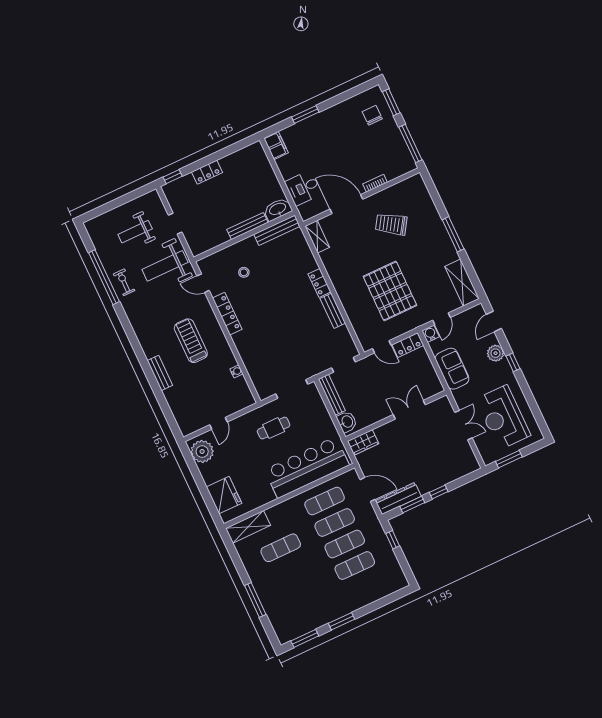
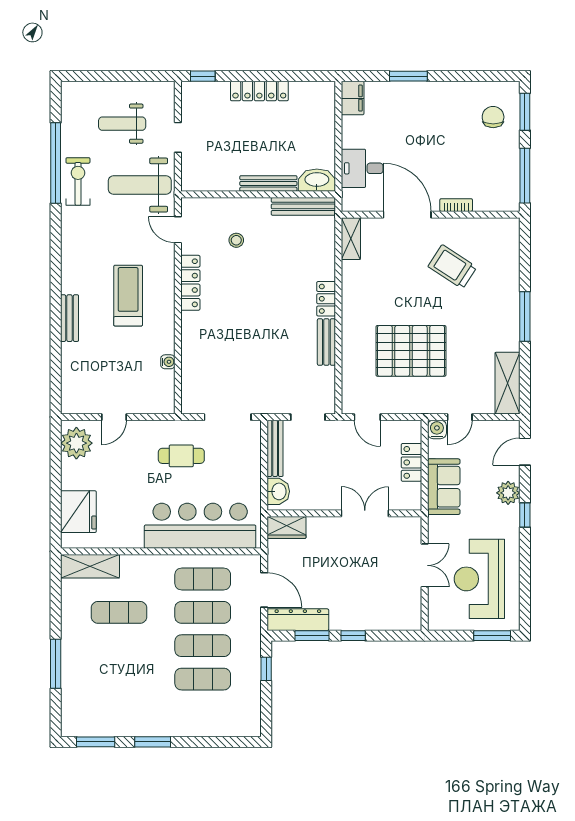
locker: (207, 172) -> (259, 91), width x1.53
exercise bike: (124, 282) -> (78, 181), width x1.38, depth x1.39
pallet: (390, 291) -> (411, 351), turned 90
locker: (408, 345) -> (411, 462), moved, turned 90
window: (509, 459) -> (492, 636), moved

